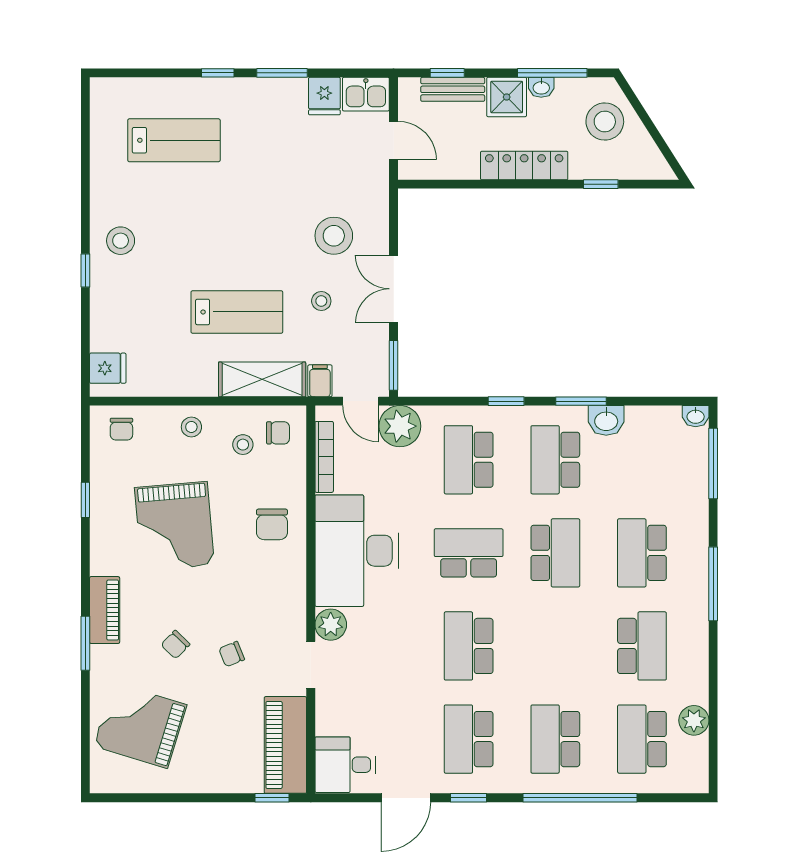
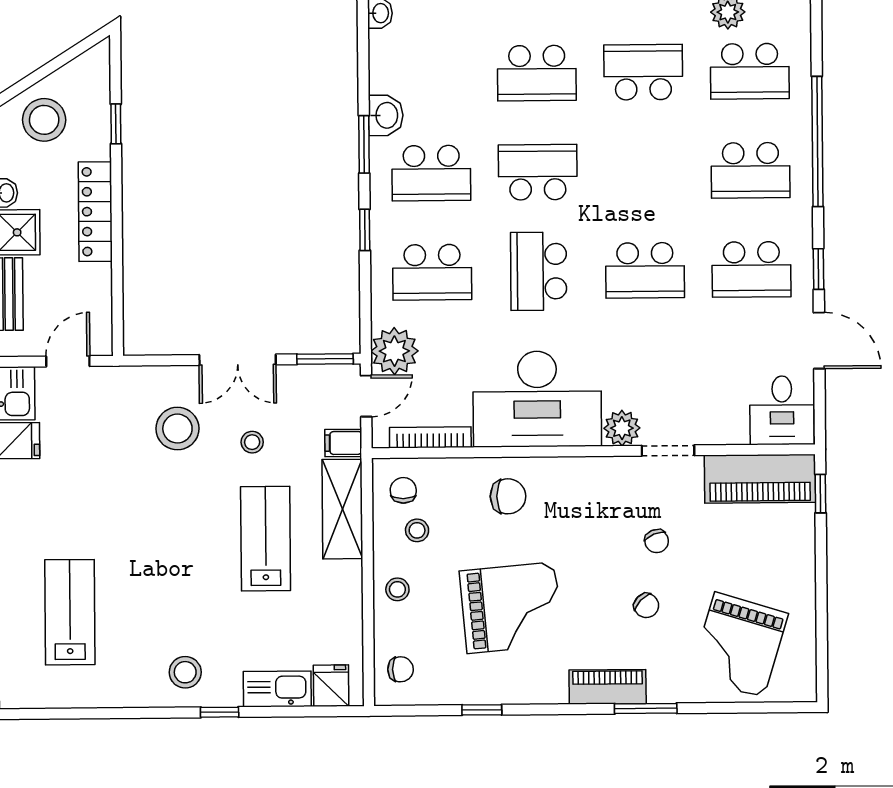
kitchen sink: (105, 321) -> (277, 689), added

